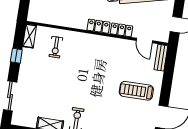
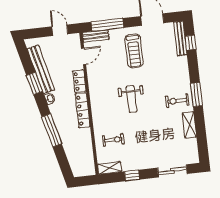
locker: (98, 26) -> (83, 110), width x1.53
window: (169, 72) -> (107, 25), added
weight bench: (90, 76) -> (132, 99), added

